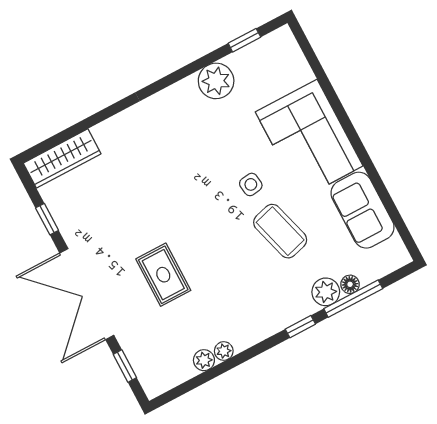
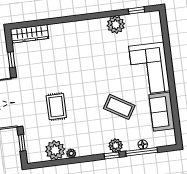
side table: (251, 184) -> (114, 80), removed
coffee table: (280, 231) -> (119, 107), turned -43
plant: (326, 292) -> (116, 145), moved
plant: (204, 360) -> (55, 150), width x1.88, depth x1.88

